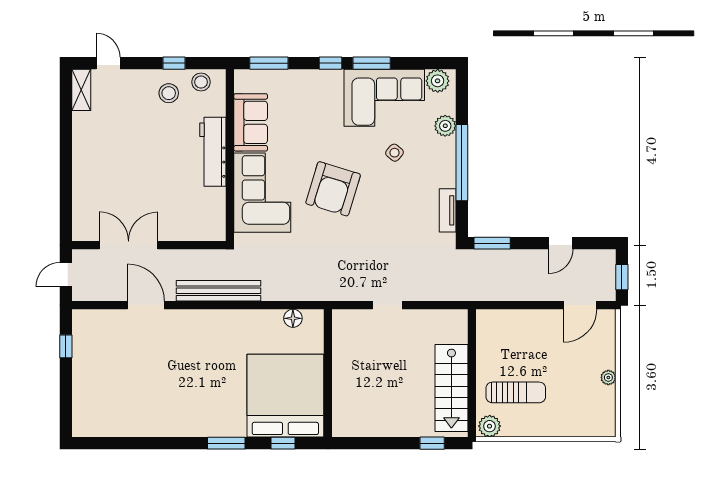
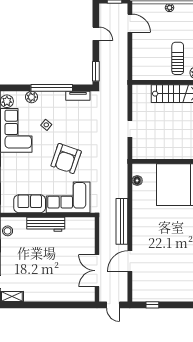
stool: (169, 93) -> (14, 249), removed
armchair: (333, 189) -> (66, 158), turned 92

